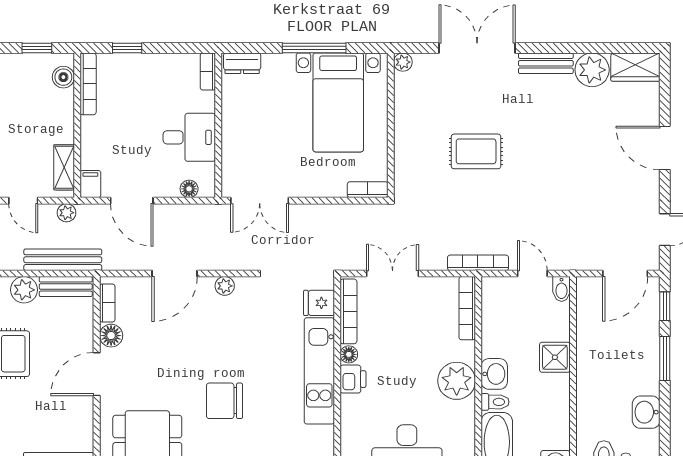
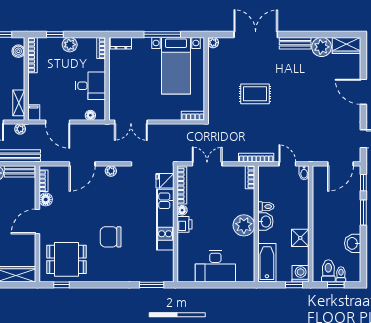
plant: (153, 66) -> (70, 45), added
bookcase: (467, 308) -> (250, 177), width x0.64
shower: (555, 357) -> (300, 238), moved
toilet: (495, 402) -> (266, 207), moved

